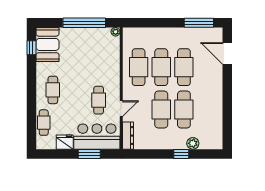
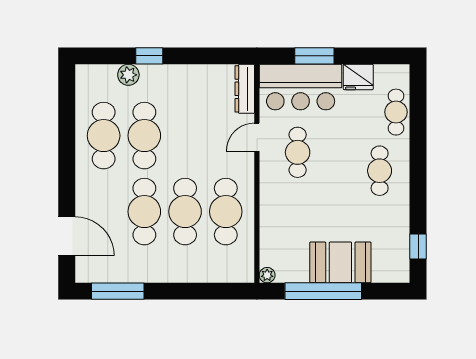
booth: (48, 44) -> (340, 262), moved, turned 90
cafe table: (161, 110) -> (104, 136), moved

